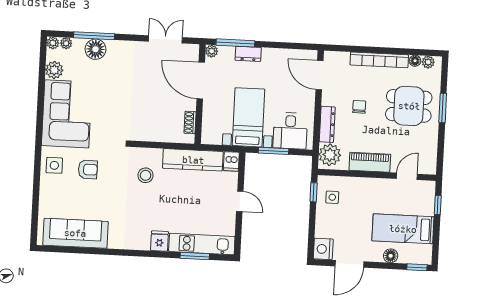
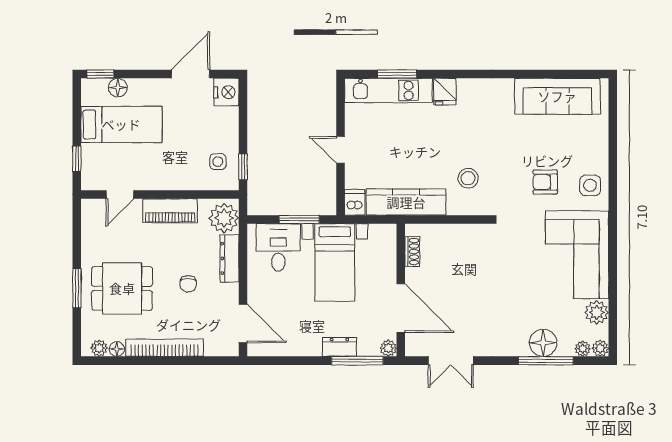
floor lamp: (391, 256) -> (118, 88), moved

